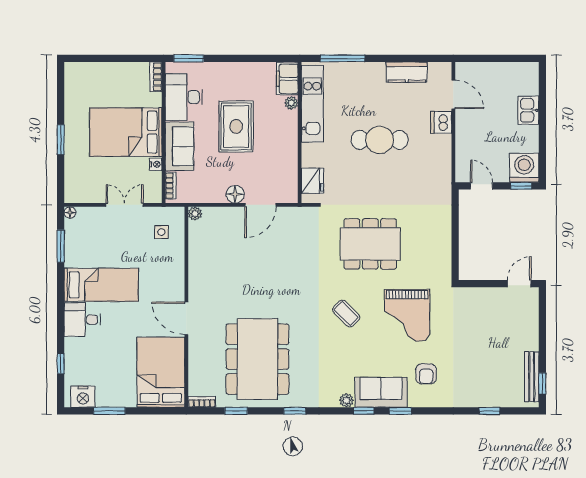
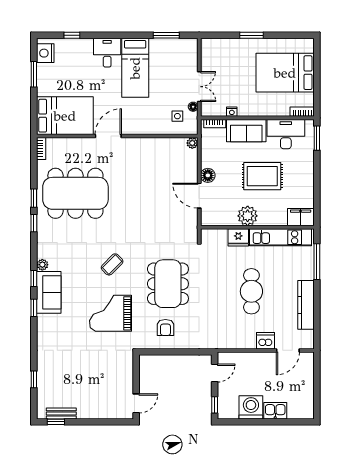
kitchen counter: (407, 72) -> (306, 305), width x1.50
plant: (291, 103) -> (248, 216), moved, width x1.87, depth x1.87
bed: (126, 132) -> (285, 73), moved, turned -90
washing machine: (524, 168) -> (251, 407), moved, turned -90
fridge: (312, 181) -> (238, 237), moved
floor lamp: (70, 213) -> (193, 107), moved
door: (519, 284) -> (136, 403), hinge flipped
armchair: (426, 374) -> (165, 327), moved, turned -90
bench: (532, 377) -> (61, 413), width x0.73
window: (236, 411) -> (34, 198), moved

